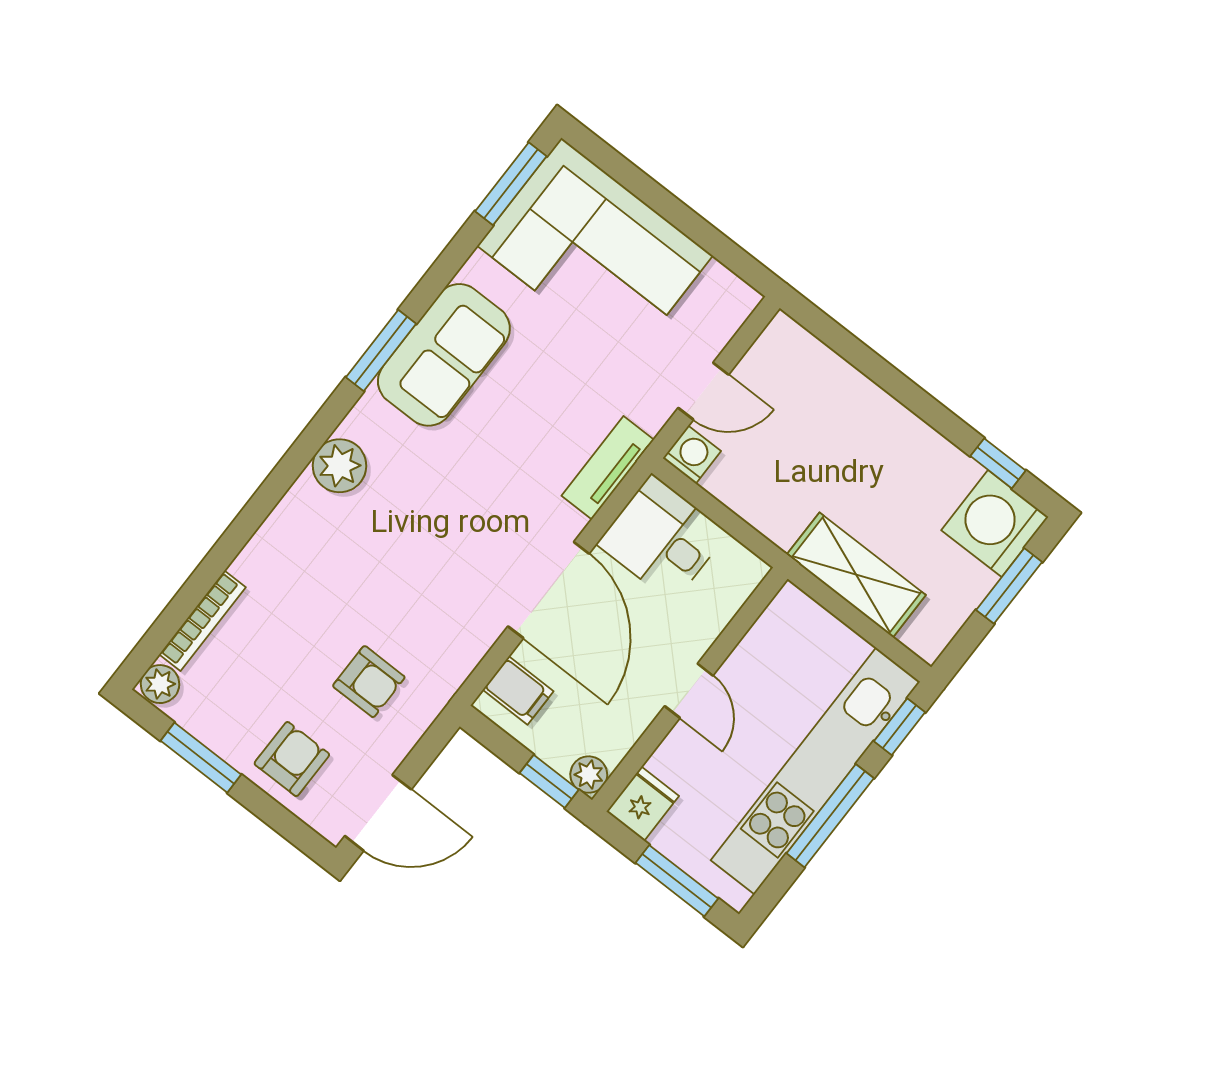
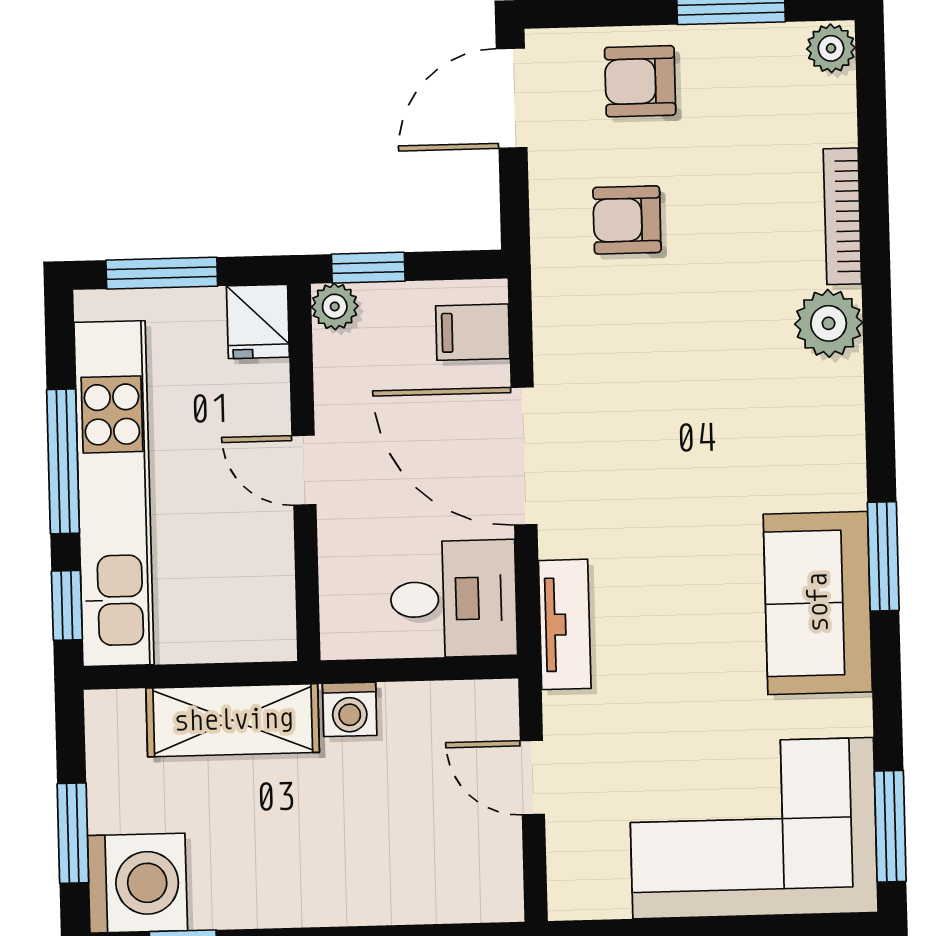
door: (703, 391) -> (532, 777), hinge flipped
washing machine: (692, 455) -> (350, 709), moved
plant: (340, 466) -> (829, 323), moved
bookcase: (202, 621) -> (842, 216), moved
armchair: (292, 759) -> (640, 81), turned 90

